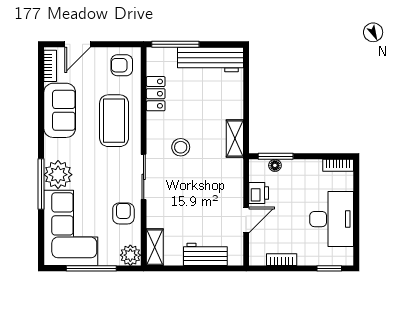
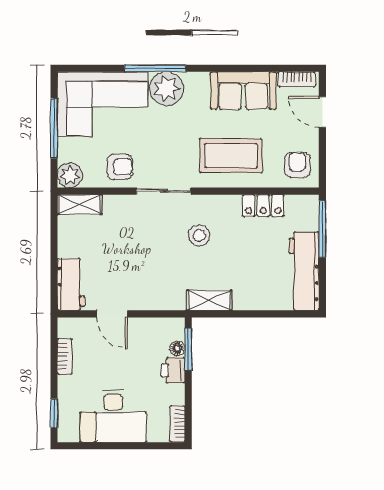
printer: (259, 193) -> (173, 370), moved, turned 90
workbench: (205, 254) -> (71, 284), moved

